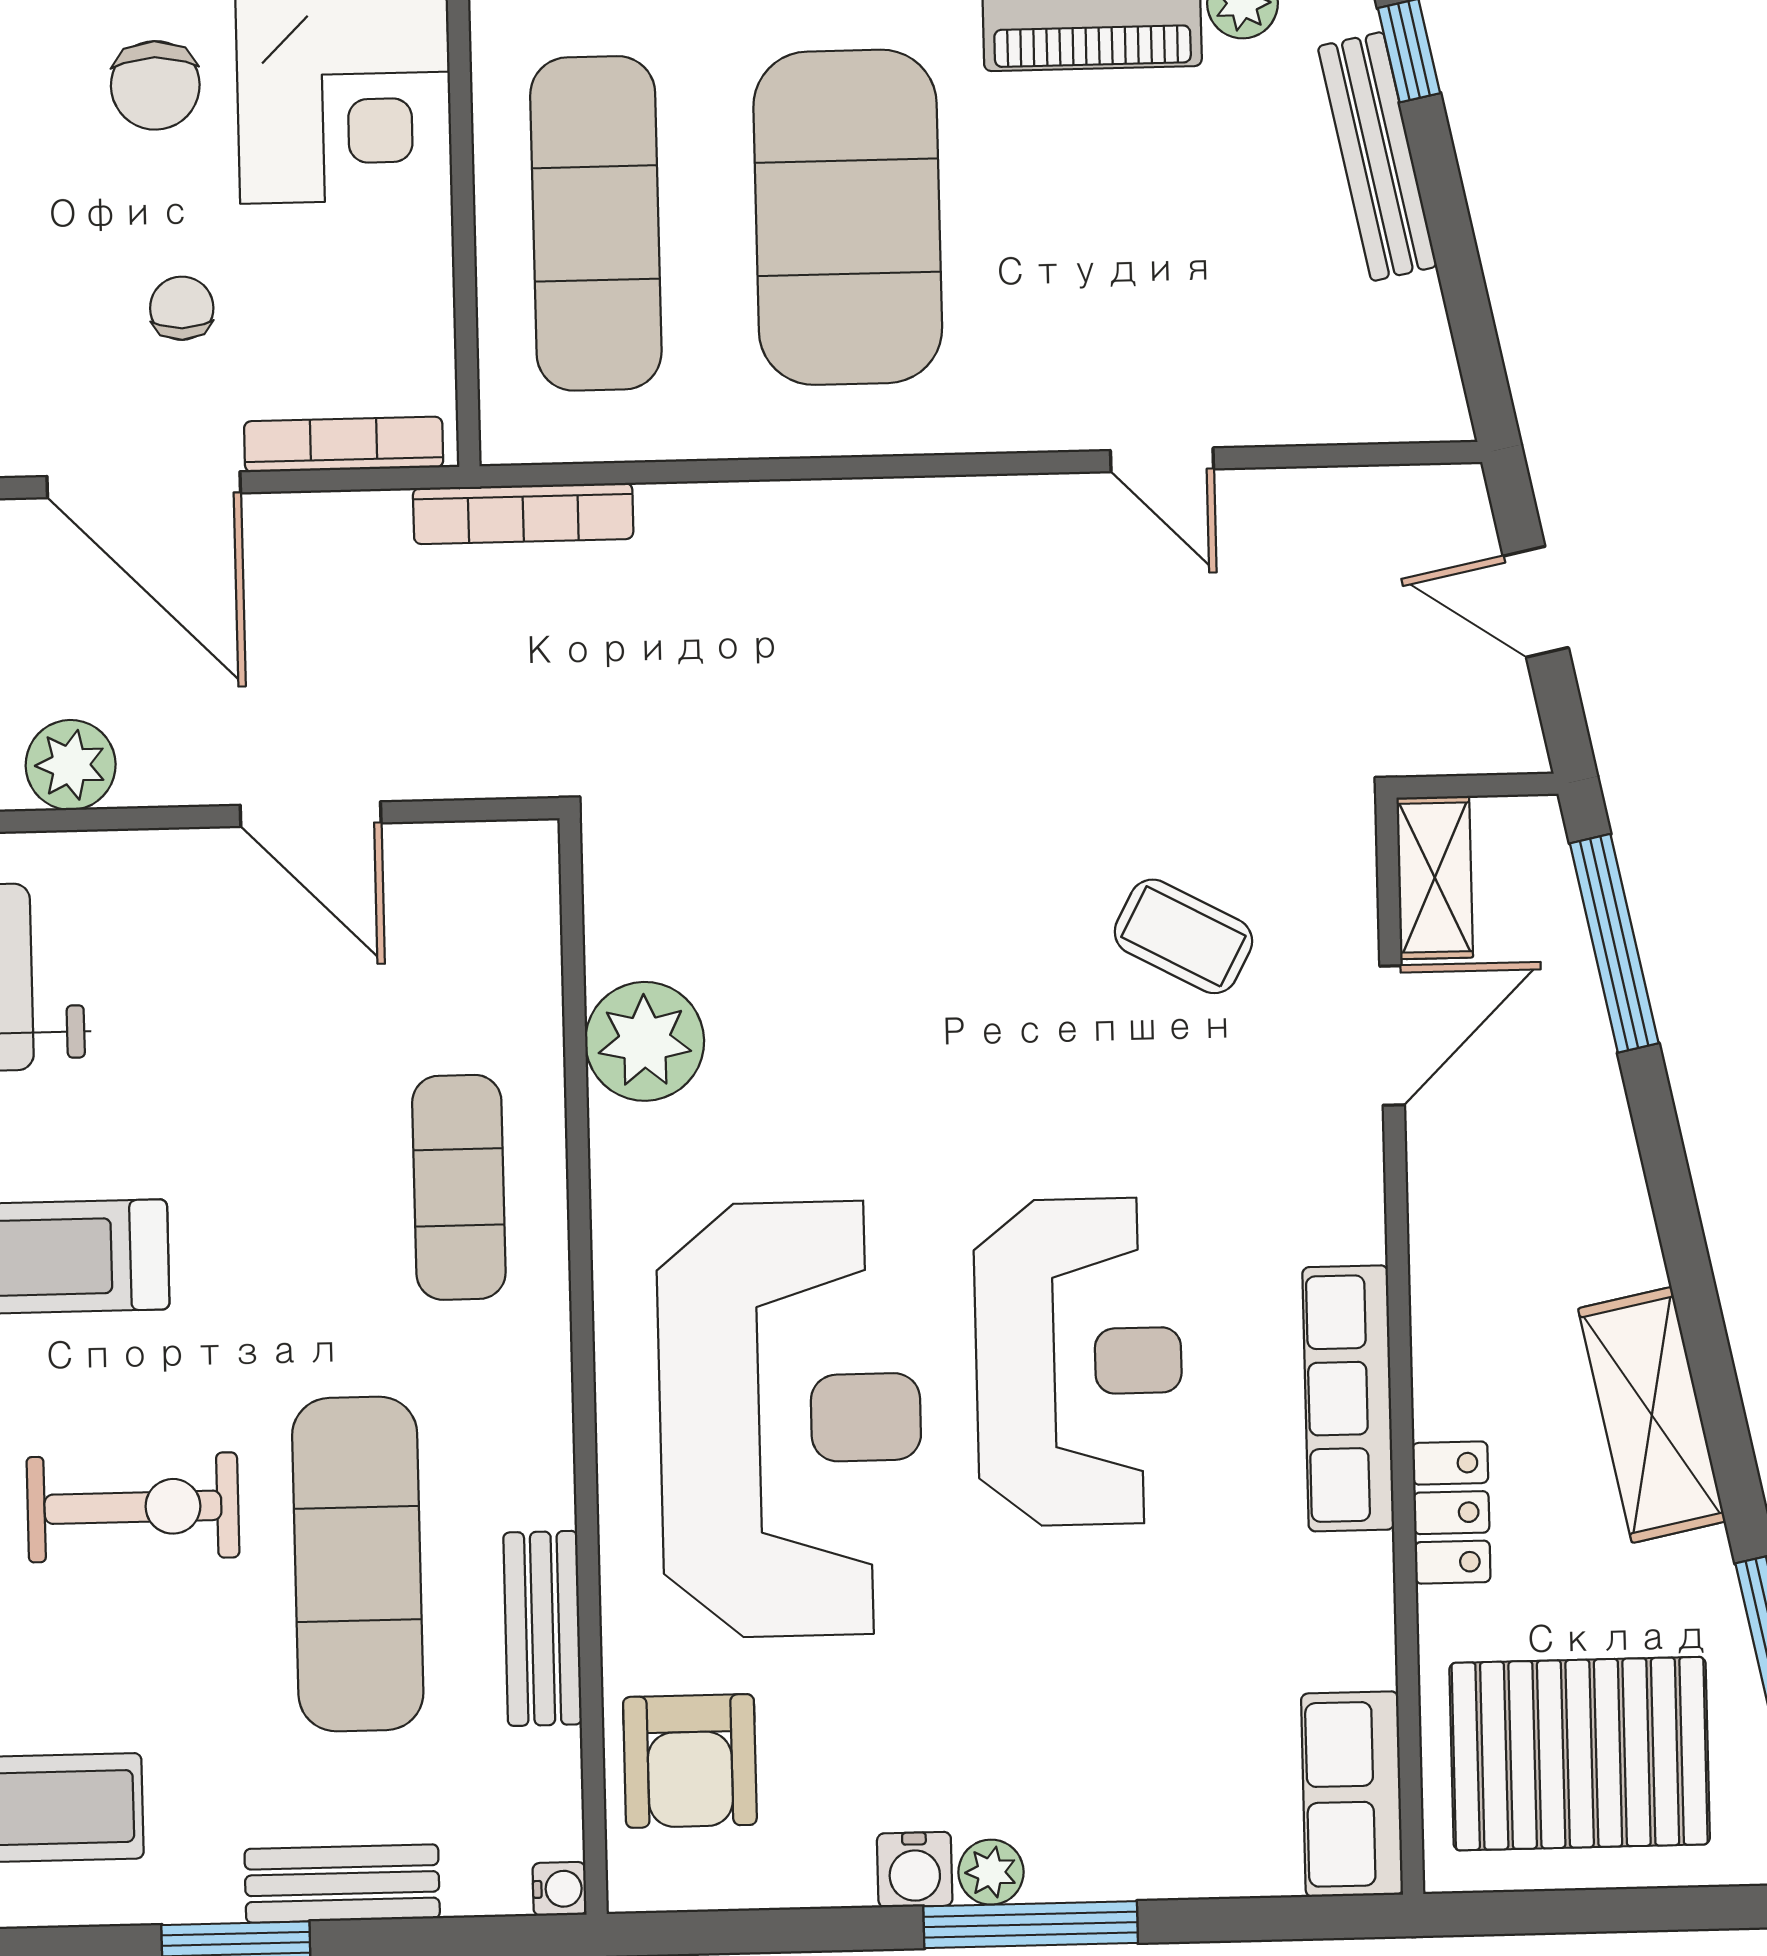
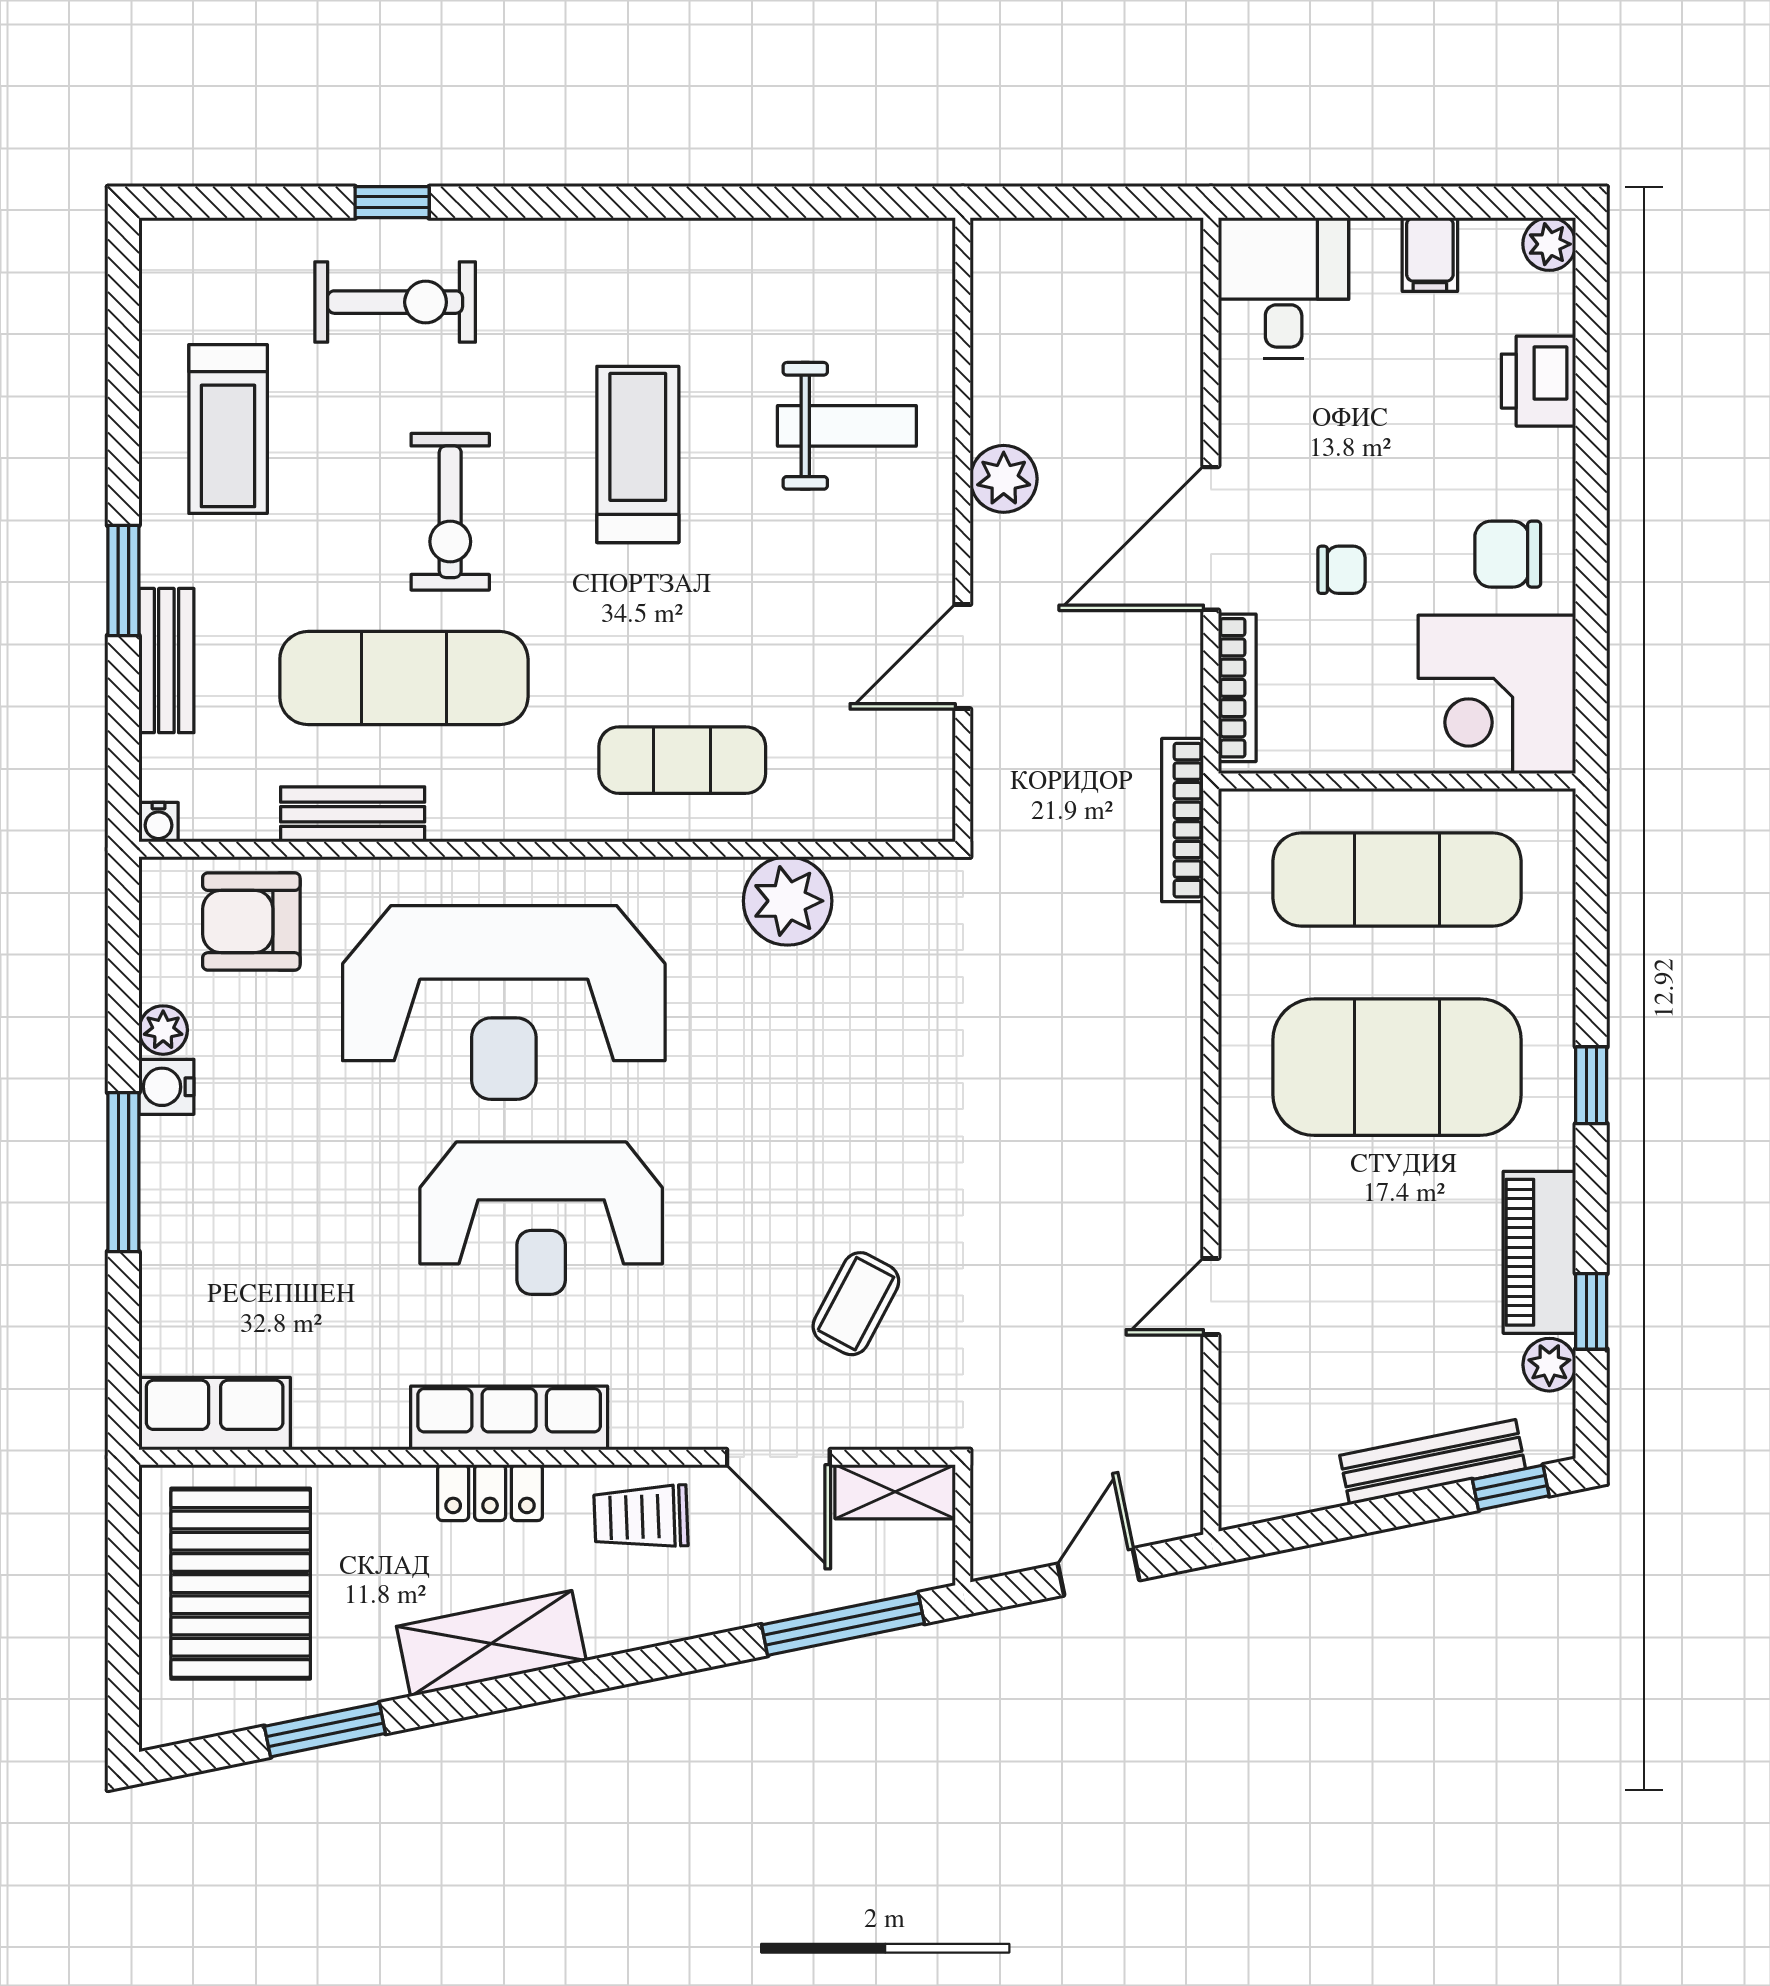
trolley: (1477, 1218) -> (641, 1517), added
locker: (1451, 1513) -> (490, 1493), moved
plant: (991, 1872) -> (163, 1030), moved

